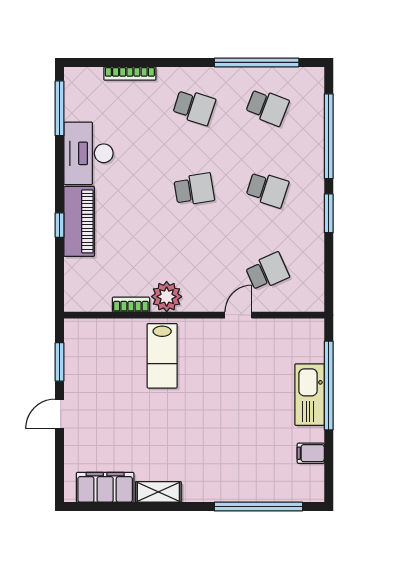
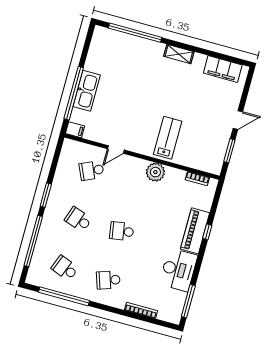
school desk: (194, 107) -> (108, 280), turned -36
bookcase: (131, 304) -> (197, 179), moved
filing cabinet: (311, 453) -> (75, 130), moved
shelving: (158, 492) -> (179, 54), moved

